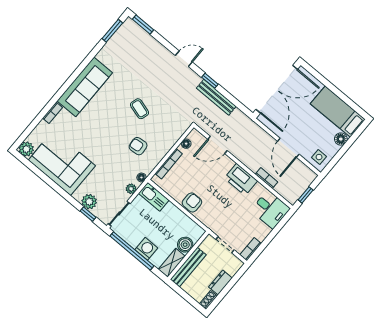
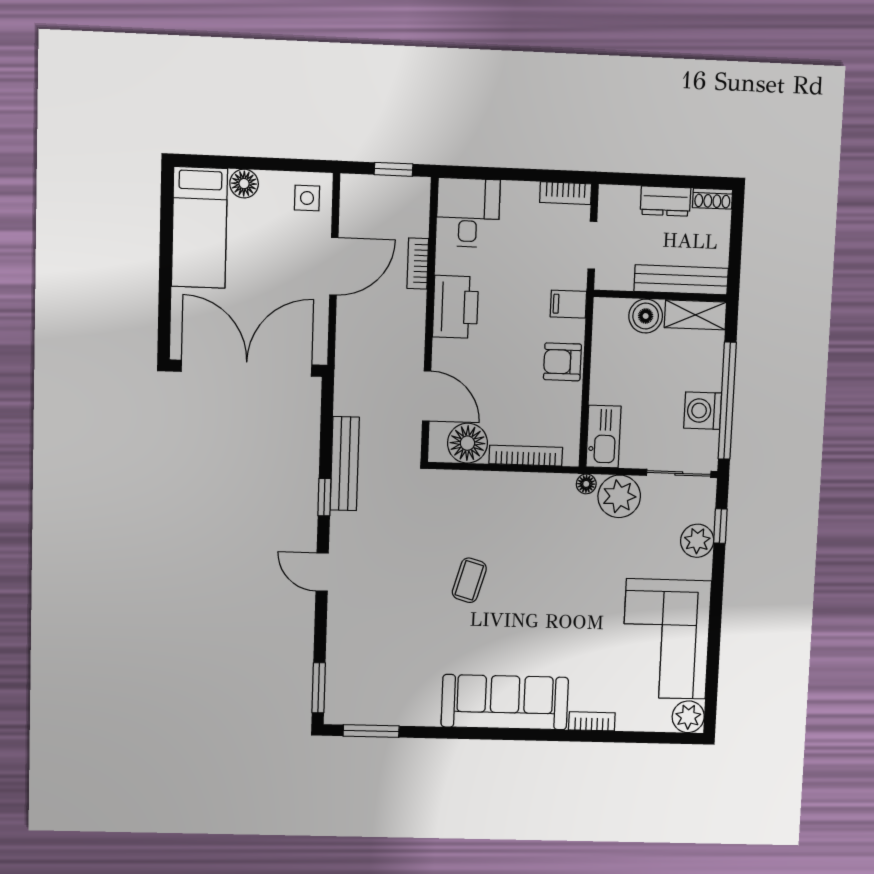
floor lamp: (186, 144) -> (467, 443), width x1.89, depth x1.89
armchair: (138, 146) -> (536, 532), removed
plant: (131, 189) -> (619, 496), width x1.87, depth x1.87
filing cabinet: (211, 220) -> (568, 304), added
washing machine: (146, 249) -> (703, 411), moved

